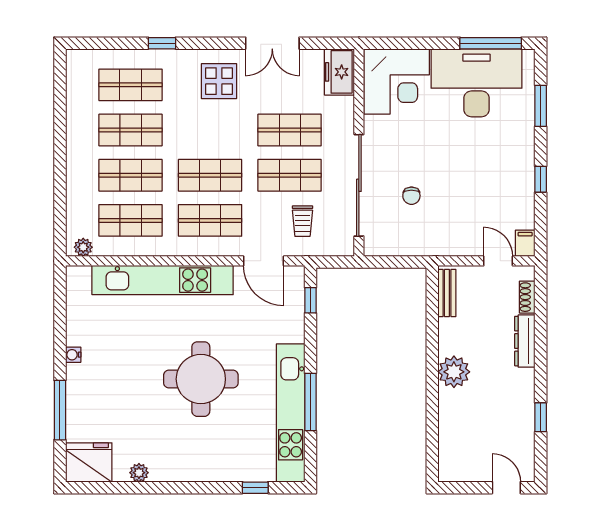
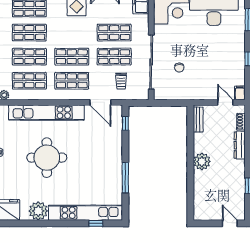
round table: (201, 379) -> (47, 158), moved
kitchen unit: (291, 413) -> (85, 213), moved, turned 90
plant: (139, 473) -> (38, 211), width x1.87, depth x1.87

